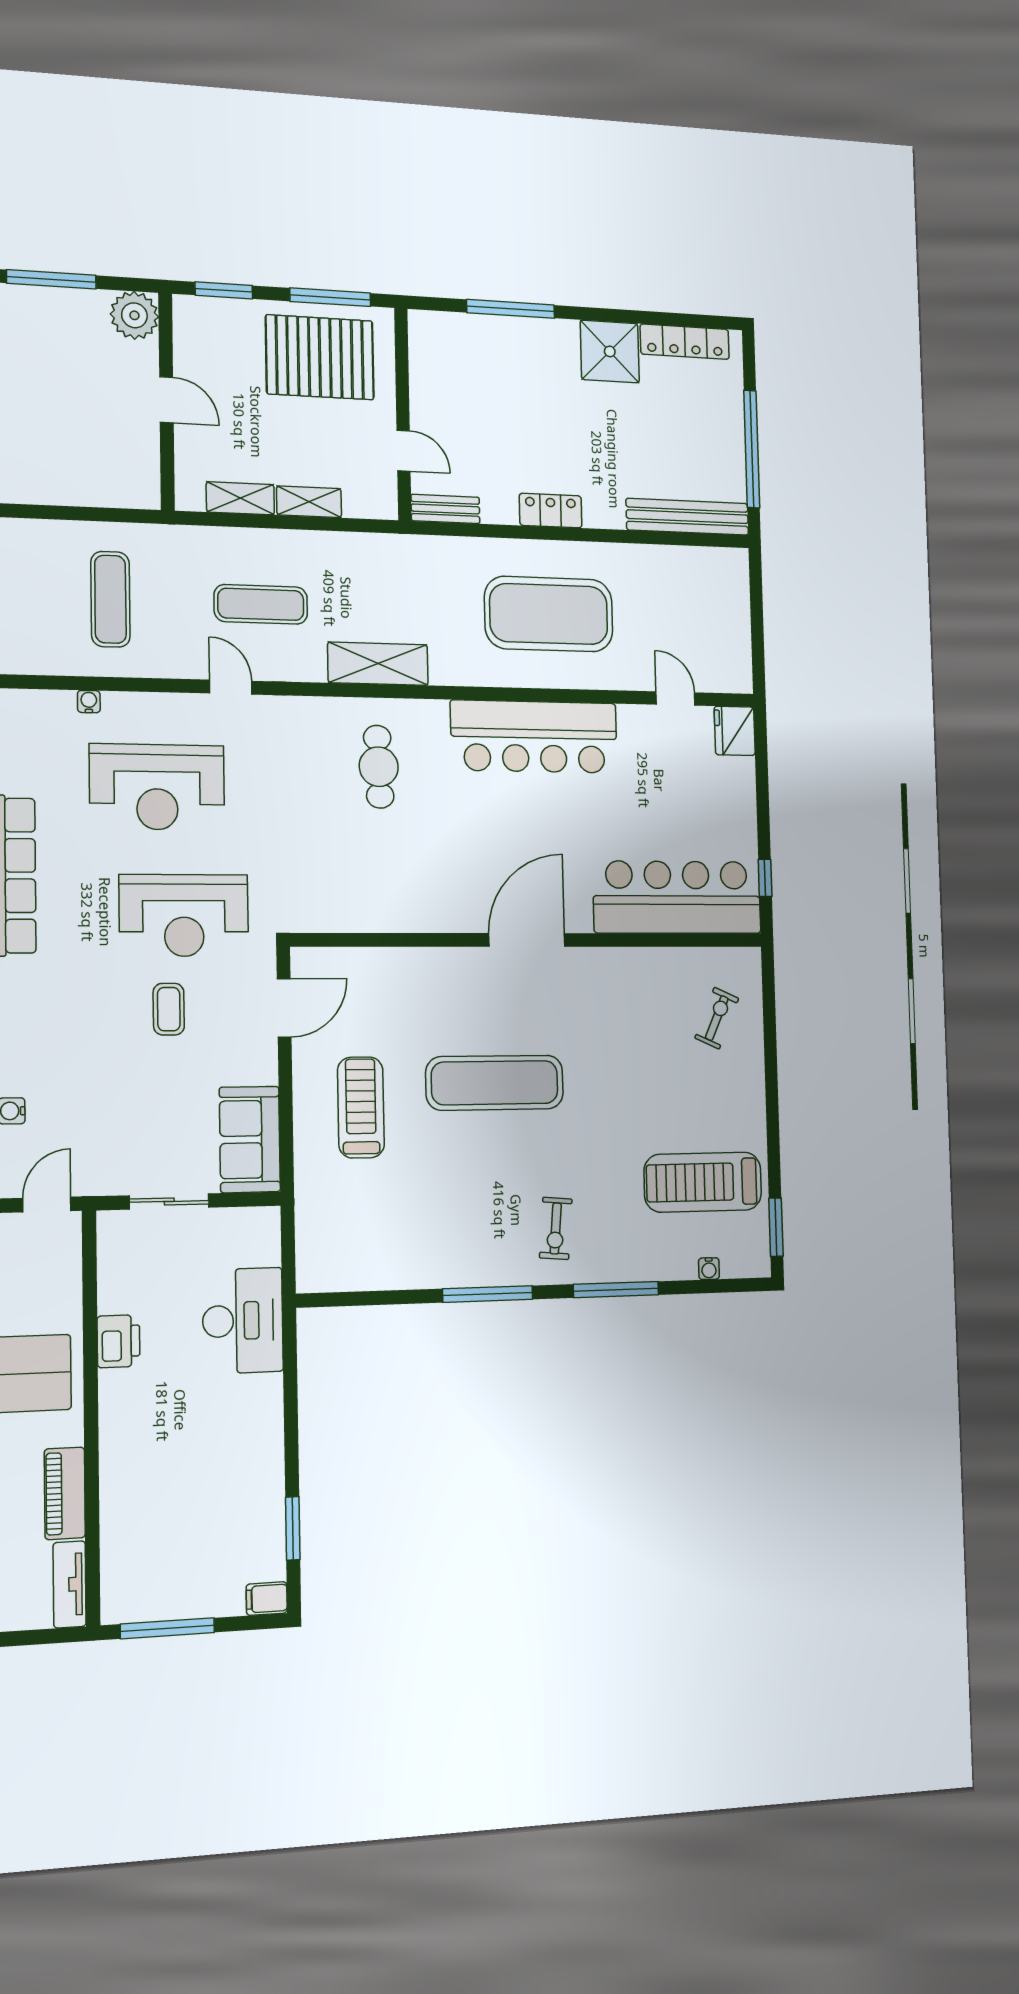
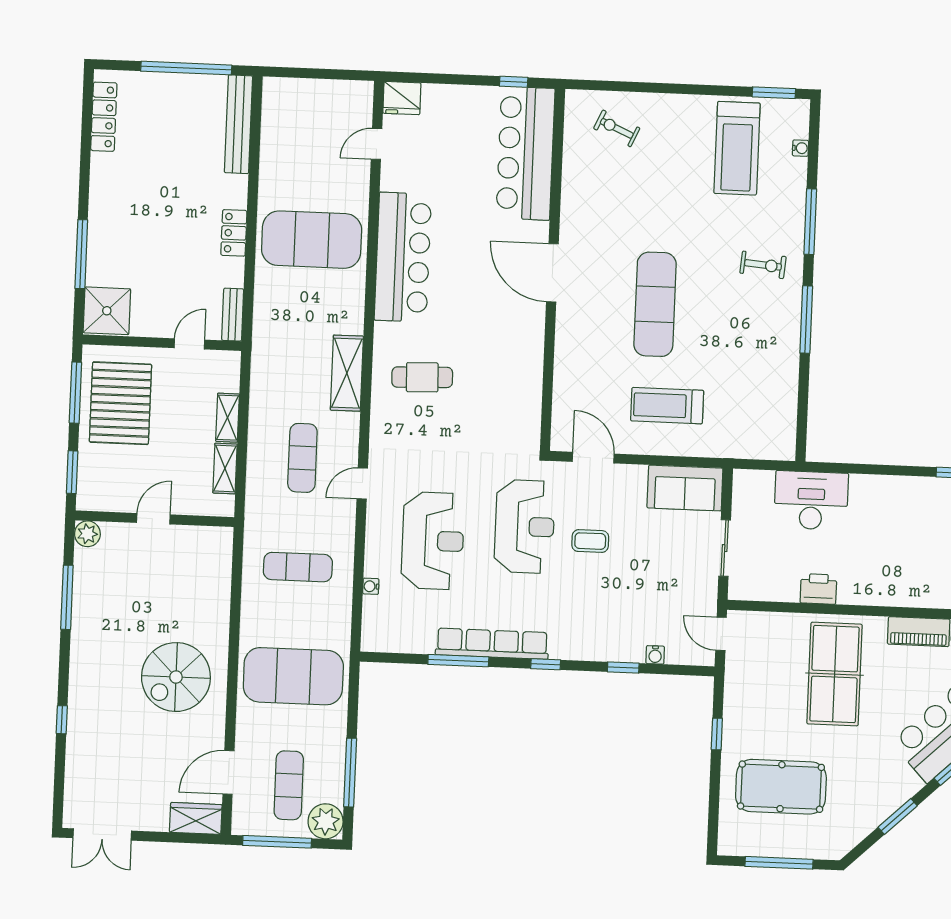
plant: (134, 315) -> (87, 534), width x0.73, depth x0.73
shower: (610, 351) -> (107, 311), moved
exercise mat: (549, 614) -> (312, 240), turned 90

